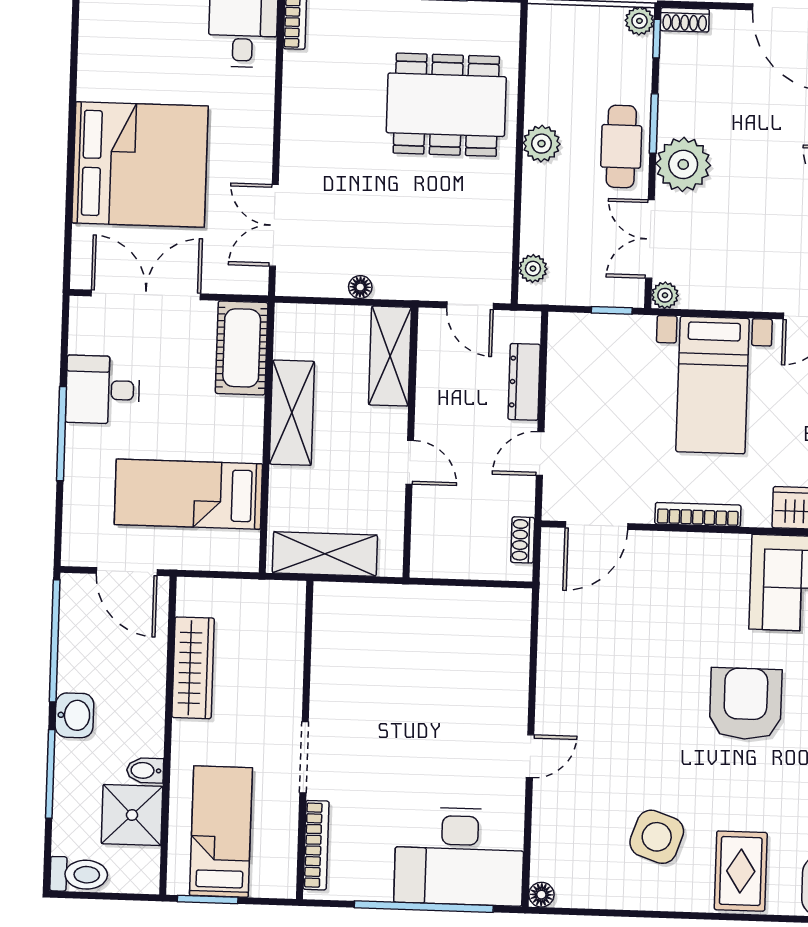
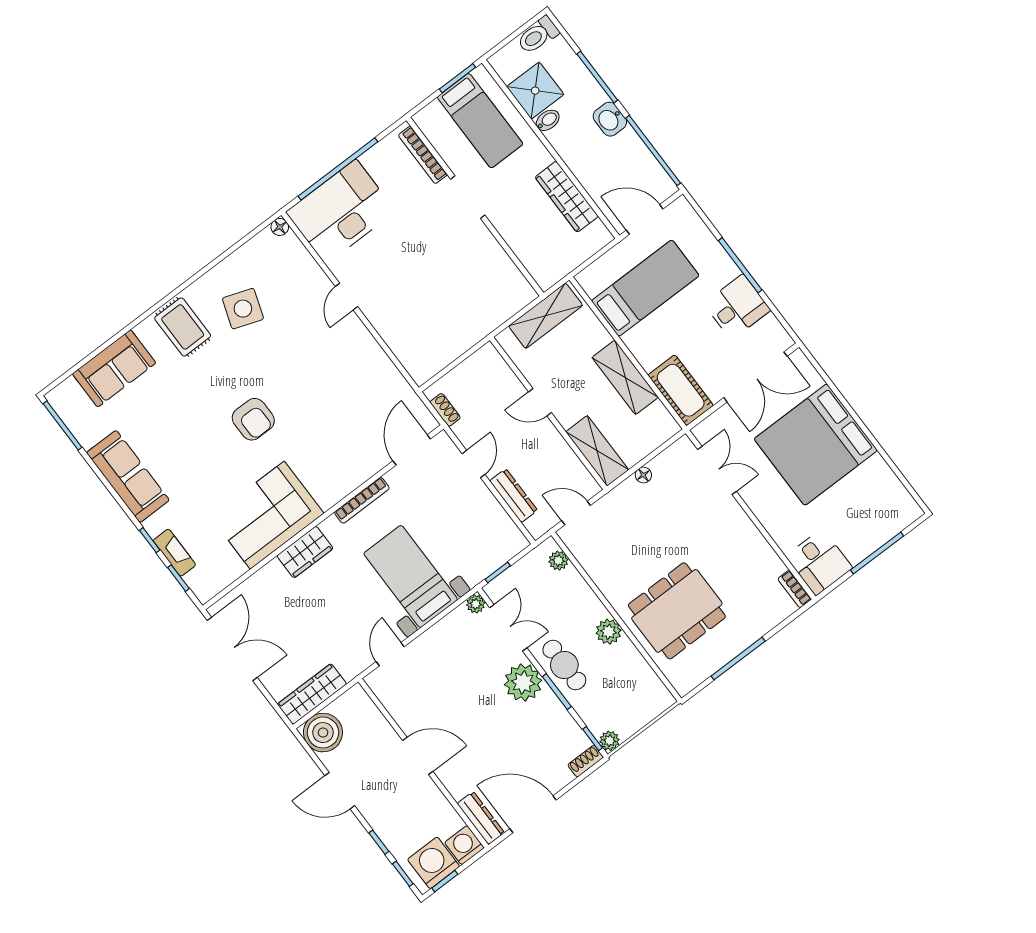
armchair: (746, 704) -> (253, 419), width x0.73, depth x0.73

